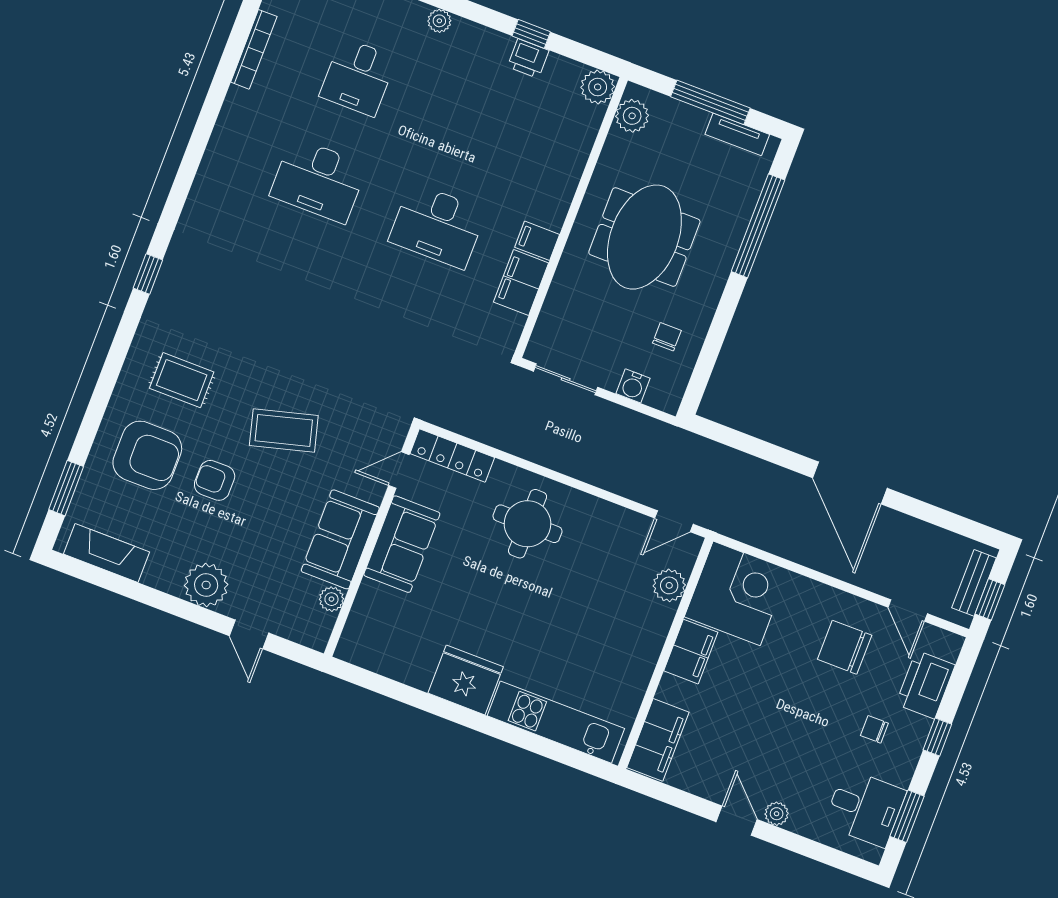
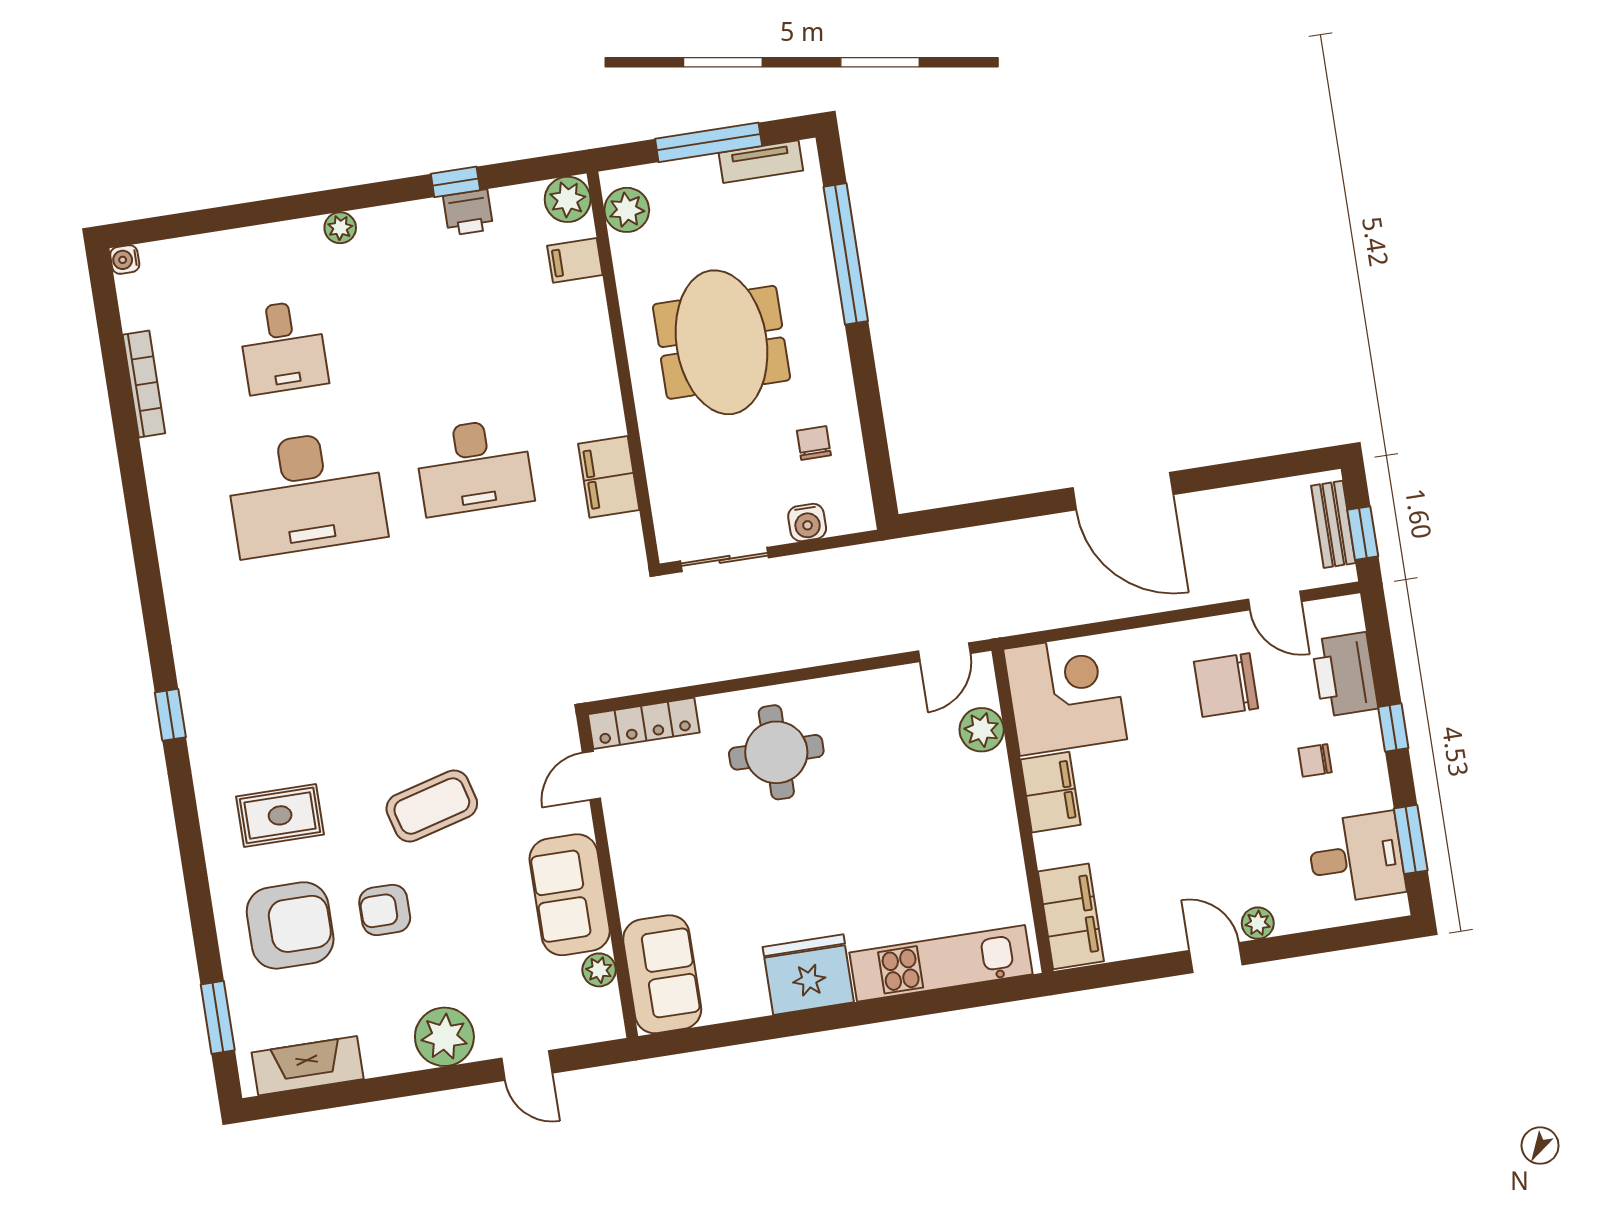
desk: (318, 180) -> (306, 493), width x1.36, depth x1.30
filing cabinet: (537, 241) -> (575, 260), moved
sofa: (402, 544) -> (662, 974), moved

